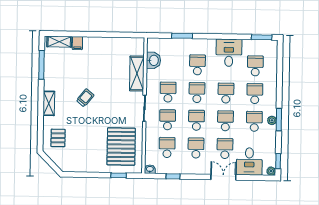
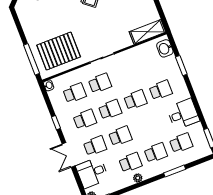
washbasin: (153, 60) -> (165, 48), moved, turned 90
shelving: (137, 74) -> (147, 32), moved
school desk: (168, 92) -> (125, 73), removed
school desk: (226, 93) -> (146, 126), removed
window: (279, 120) -> (175, 171), moved
window: (119, 175) -> (32, 59), width x2.17
window: (173, 176) -> (56, 123), moved
double door: (223, 177) -> (68, 155), swing flipped

